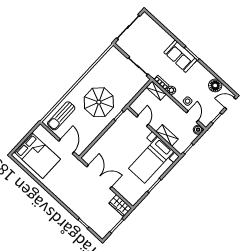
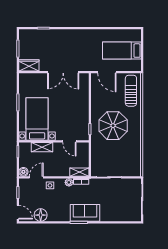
door: (230, 103) -> (18, 212), hinge flipped
door: (192, 117) -> (36, 177), swing flipped
bed: (37, 156) -> (122, 51), width x0.67

